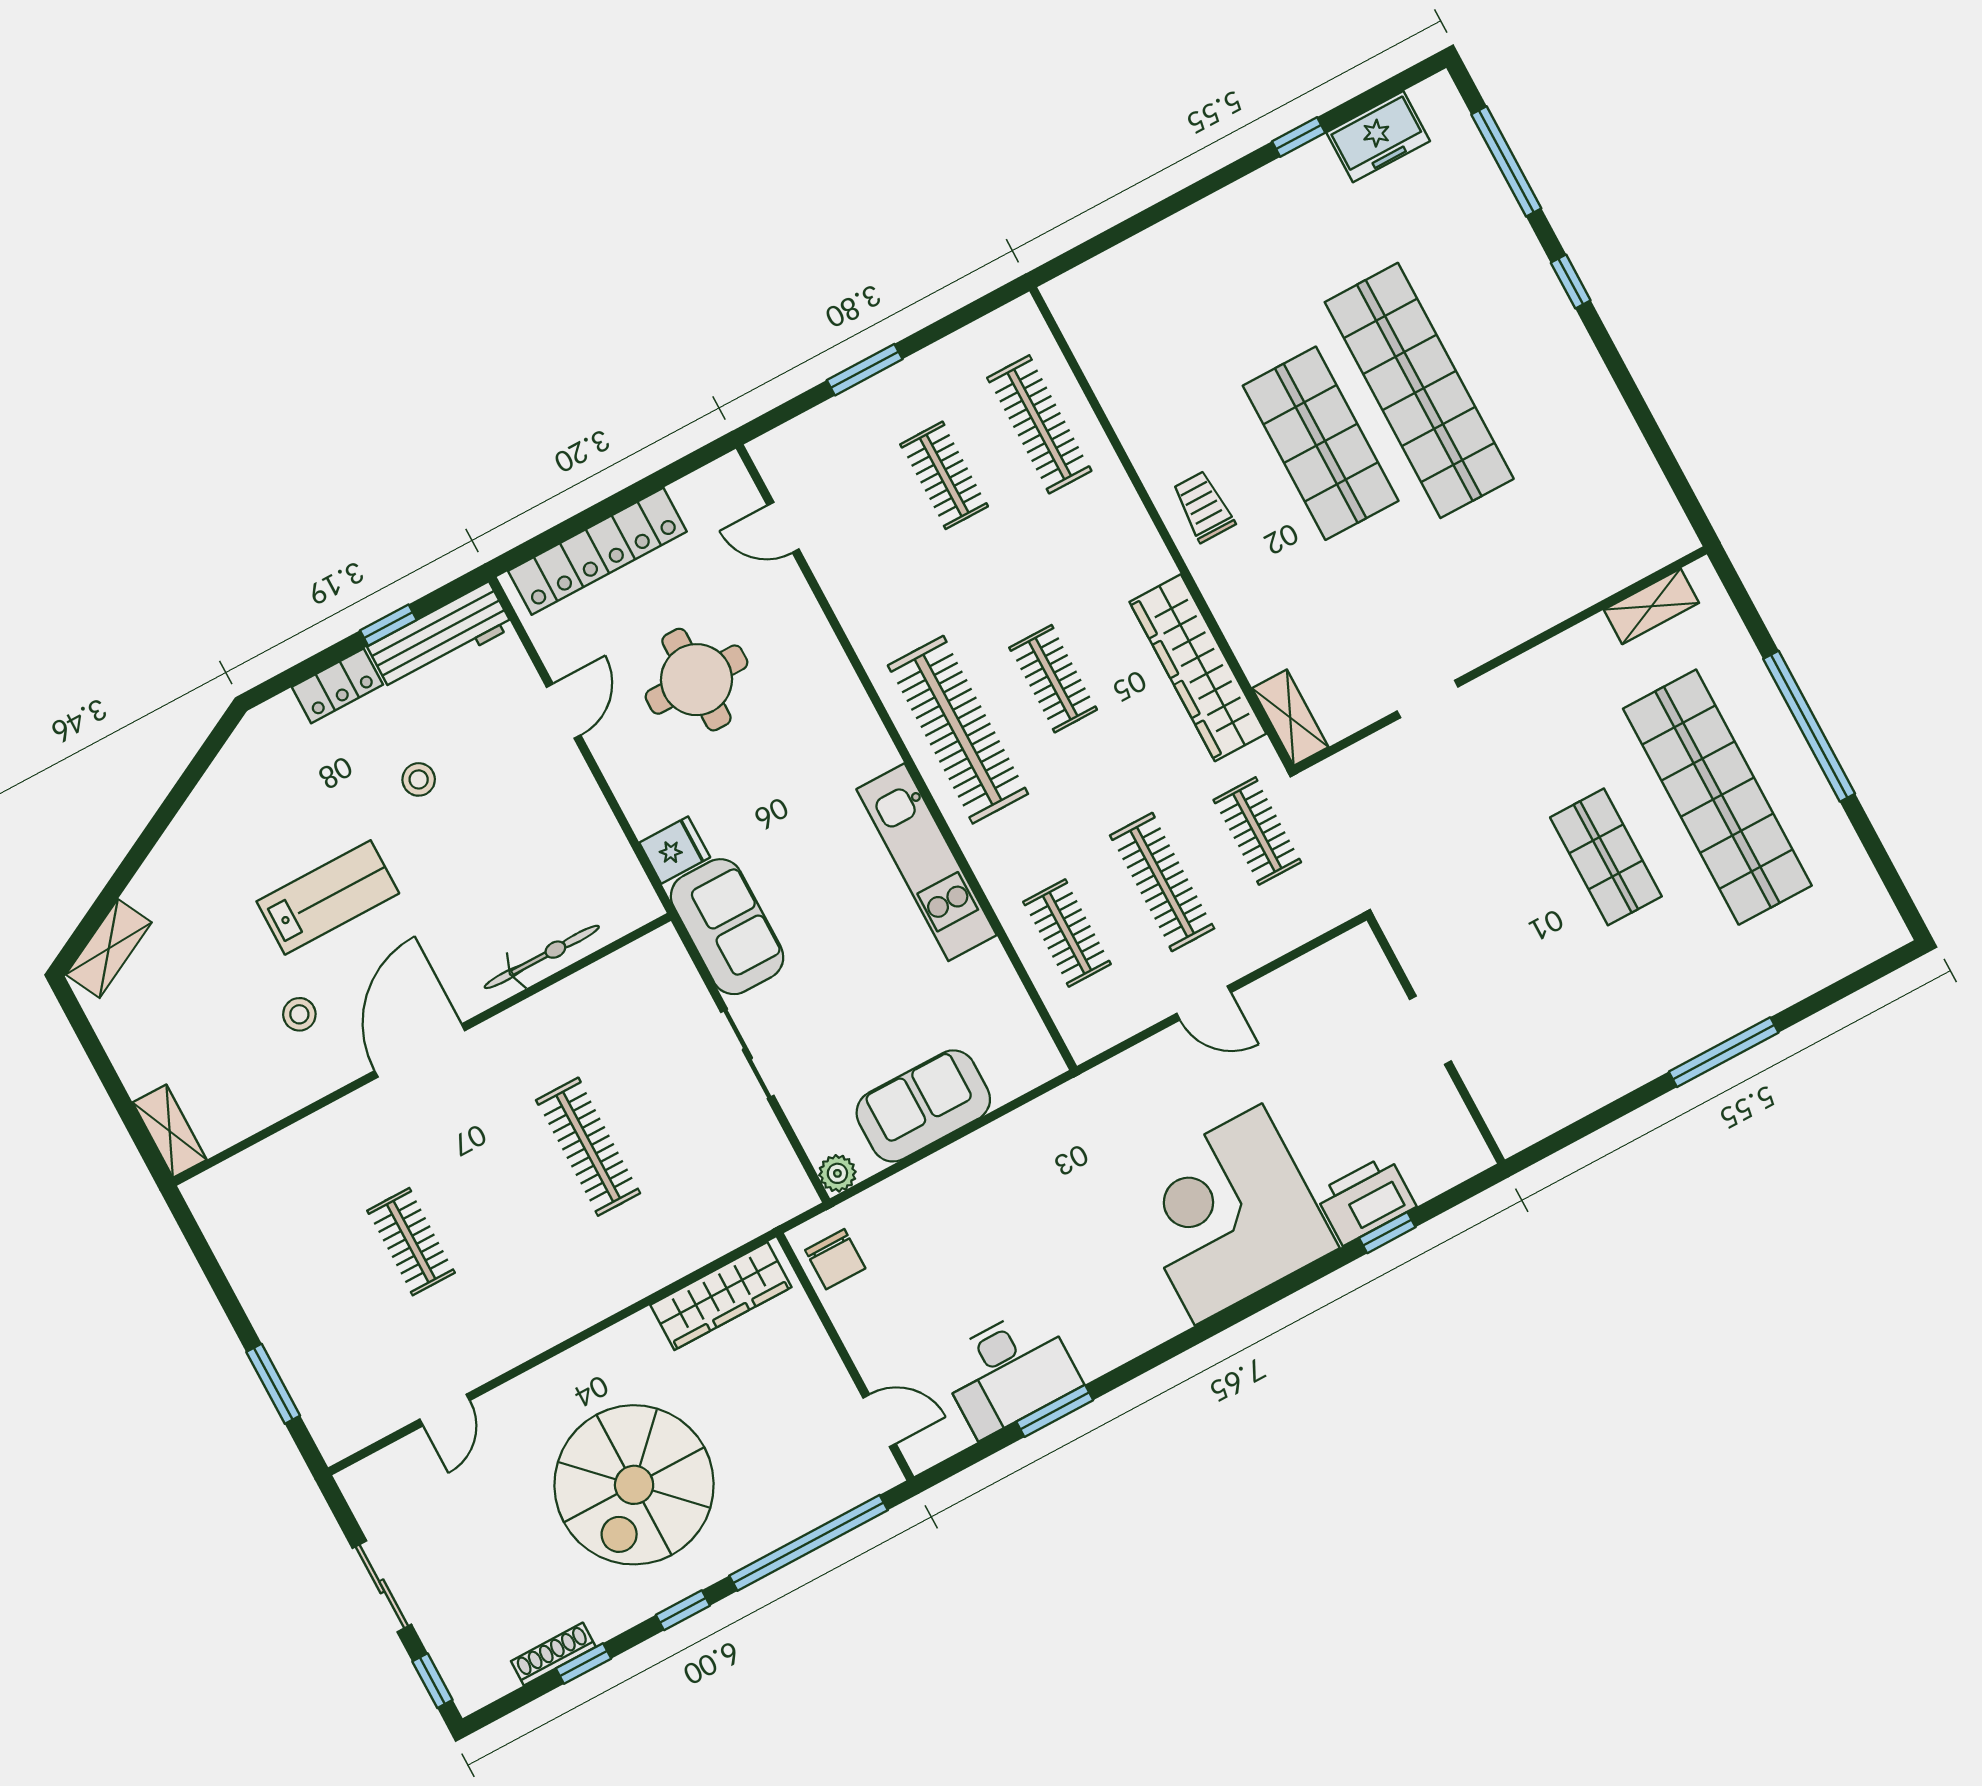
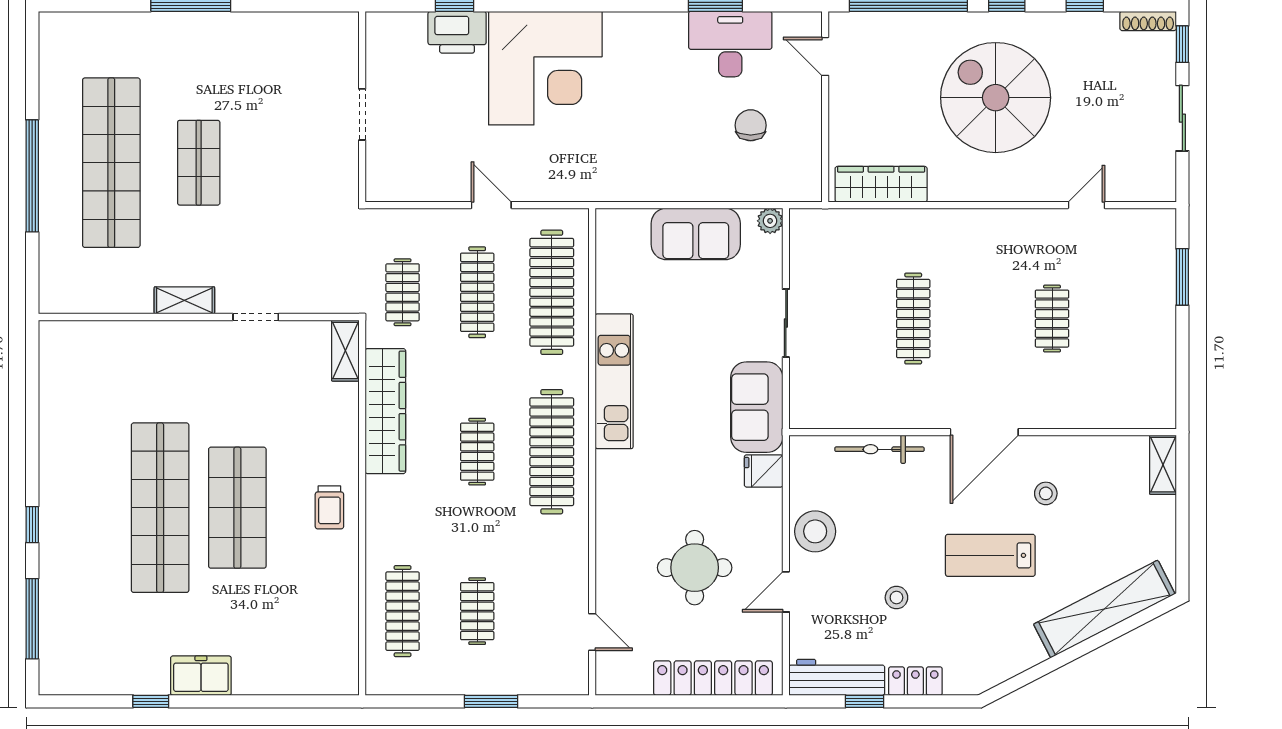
freezer: (1378, 137) -> (201, 676), moved
shelving: (1651, 606) -> (184, 300), moved
stool: (568, 808) -> (815, 531), added
clothes rail: (1067, 933) -> (552, 292), width x1.86, depth x1.31
shelving: (109, 949) -> (1104, 609), width x2.20, depth x1.33
chair: (835, 1259) -> (751, 125), moved
spiral stairs: (634, 1485) -> (996, 98), turned -90
shoe rack: (553, 1654) -> (1148, 21), moved

